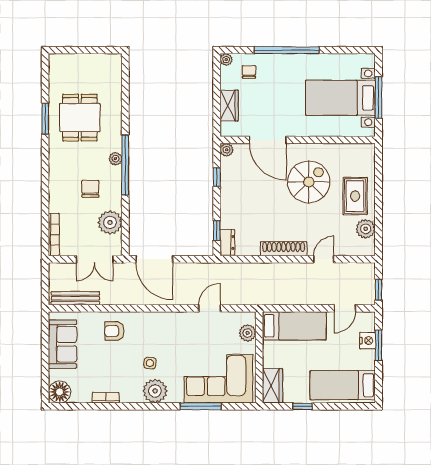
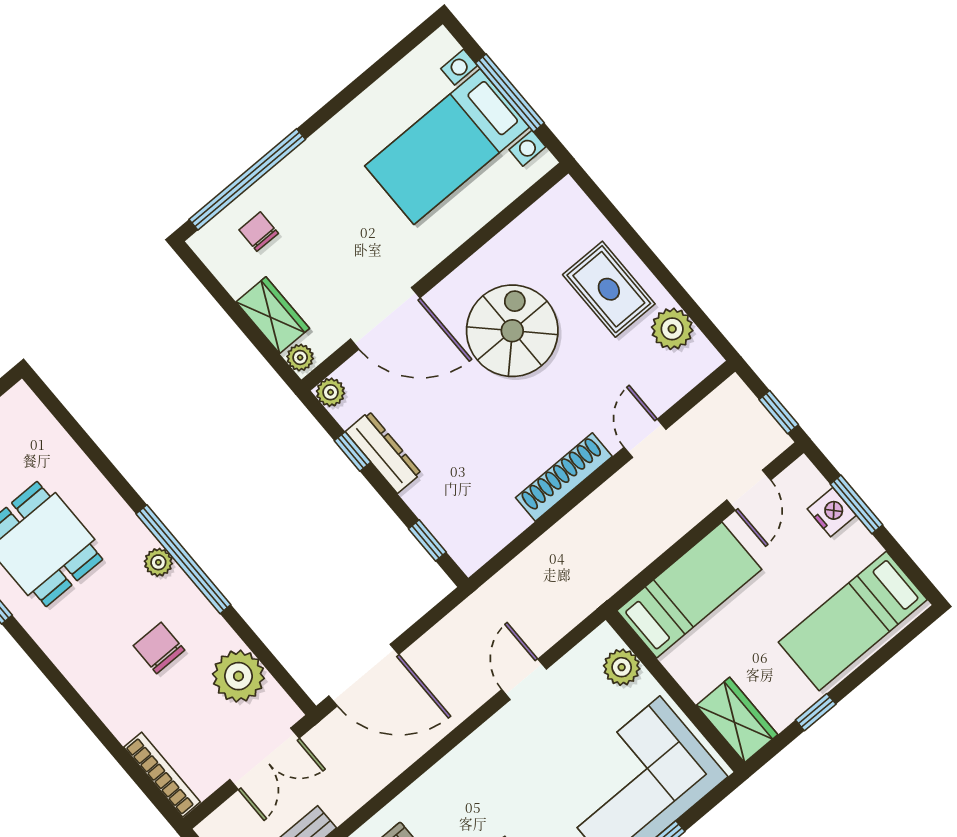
window: (287, 50) -> (247, 179), moved
plant: (226, 60) -> (300, 357), moved
dresser: (227, 242) -> (383, 452), moved, width x1.44

